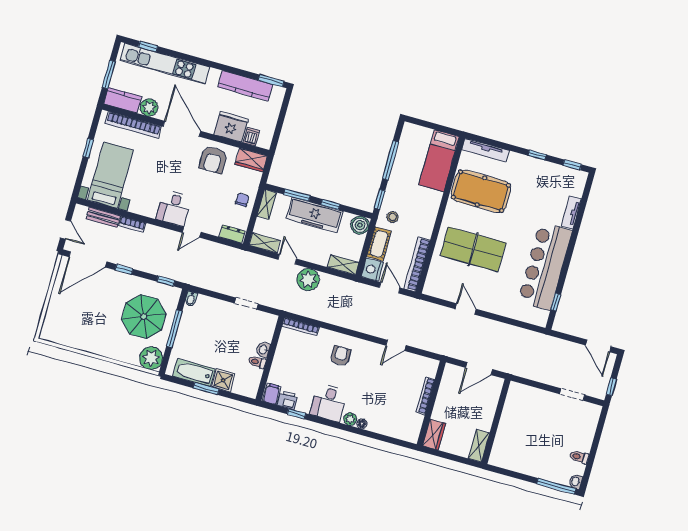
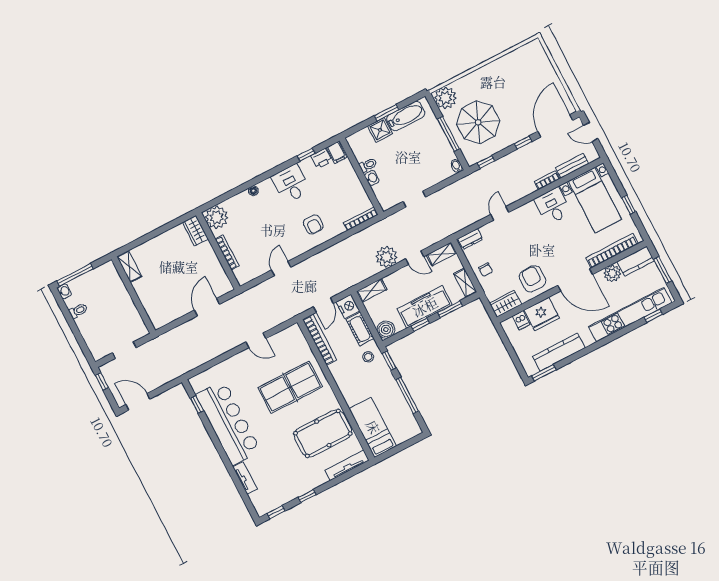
desk: (174, 208) -> (553, 206), moved
door: (390, 288) -> (324, 305), hinge flipped
plant: (350, 419) -> (217, 217), moved, width x1.88, depth x1.88
wall: (496, 421) -> (133, 295), moved
shelving: (479, 446) -> (129, 267), moved

